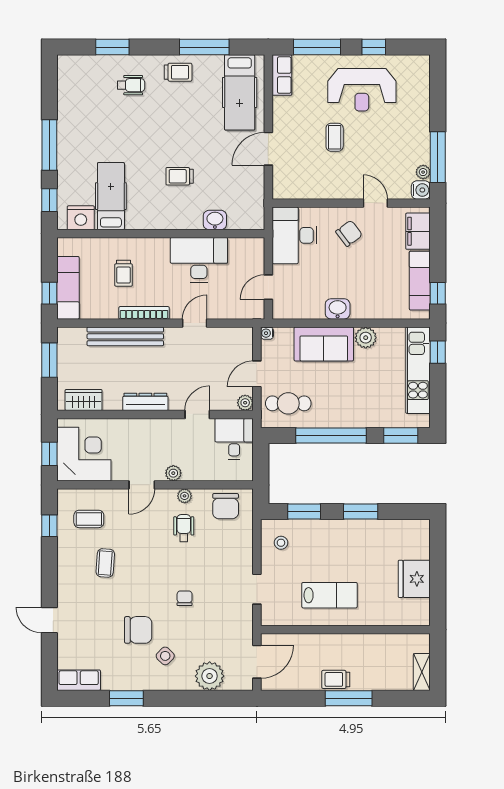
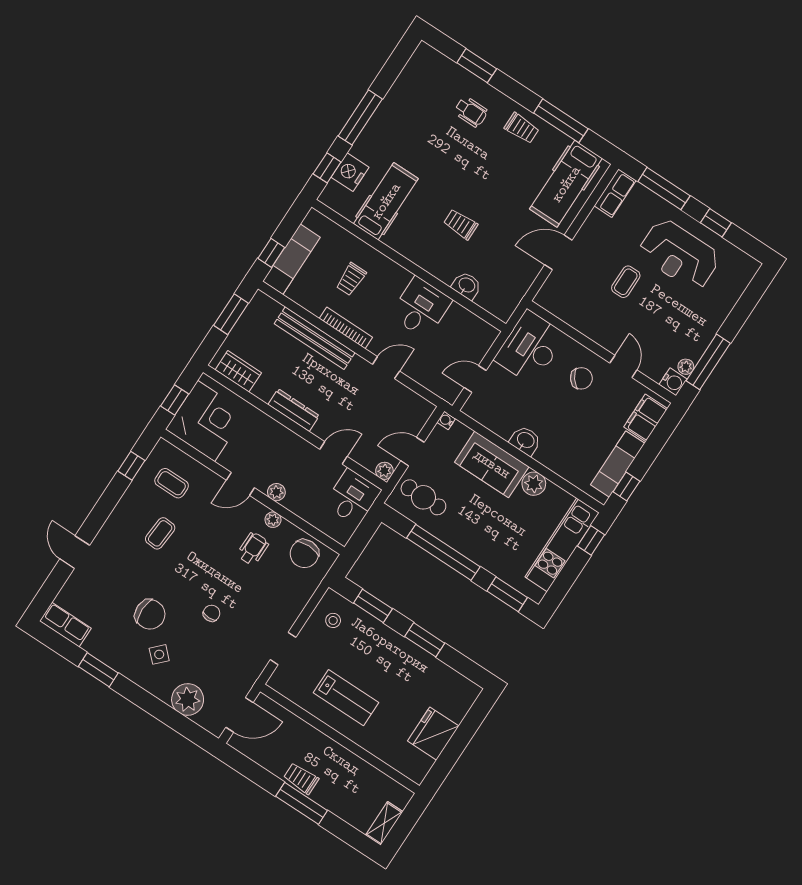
nightstand: (81, 218) -> (350, 172), moved, turned 90
desk: (199, 260) -> (421, 308), width x0.73

